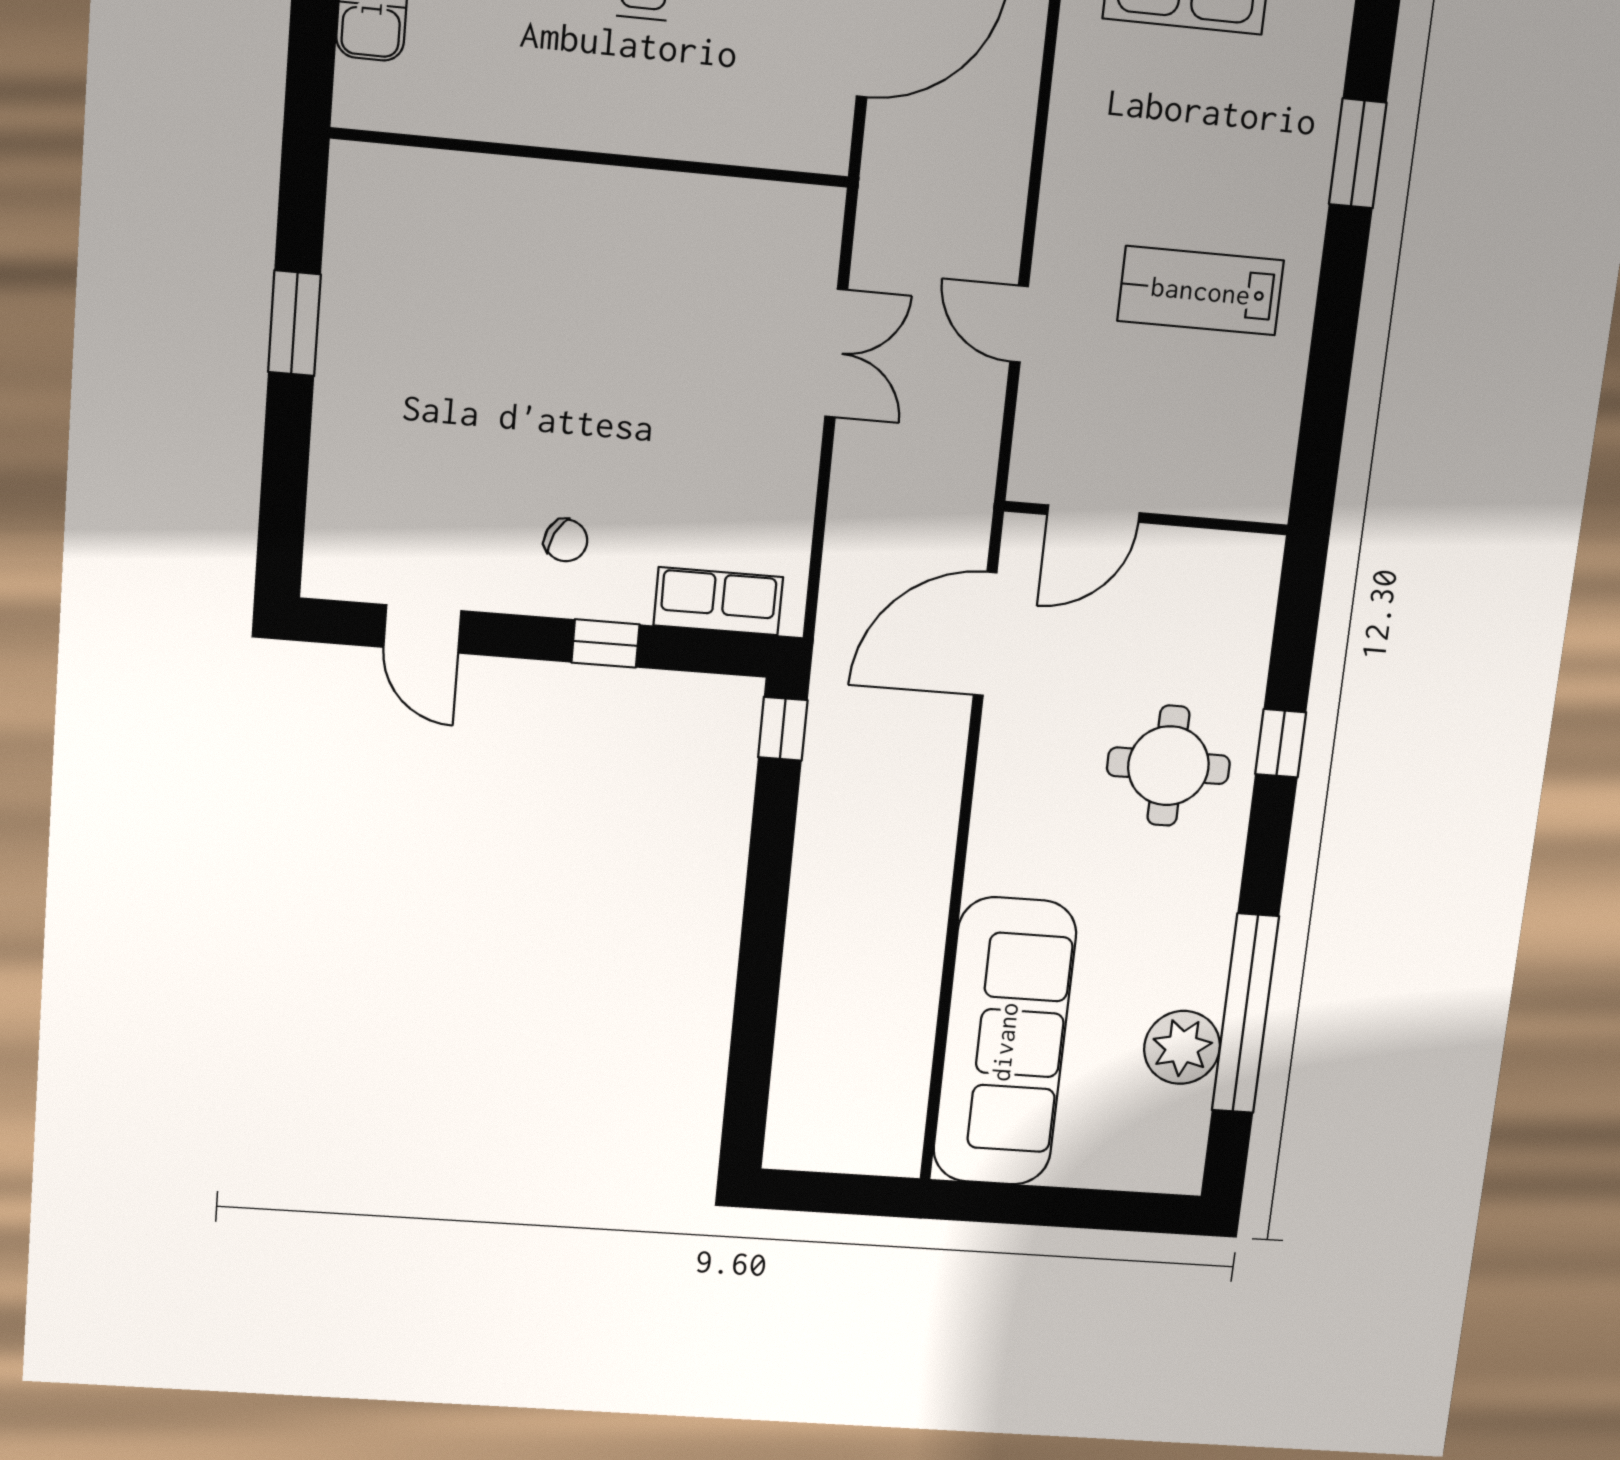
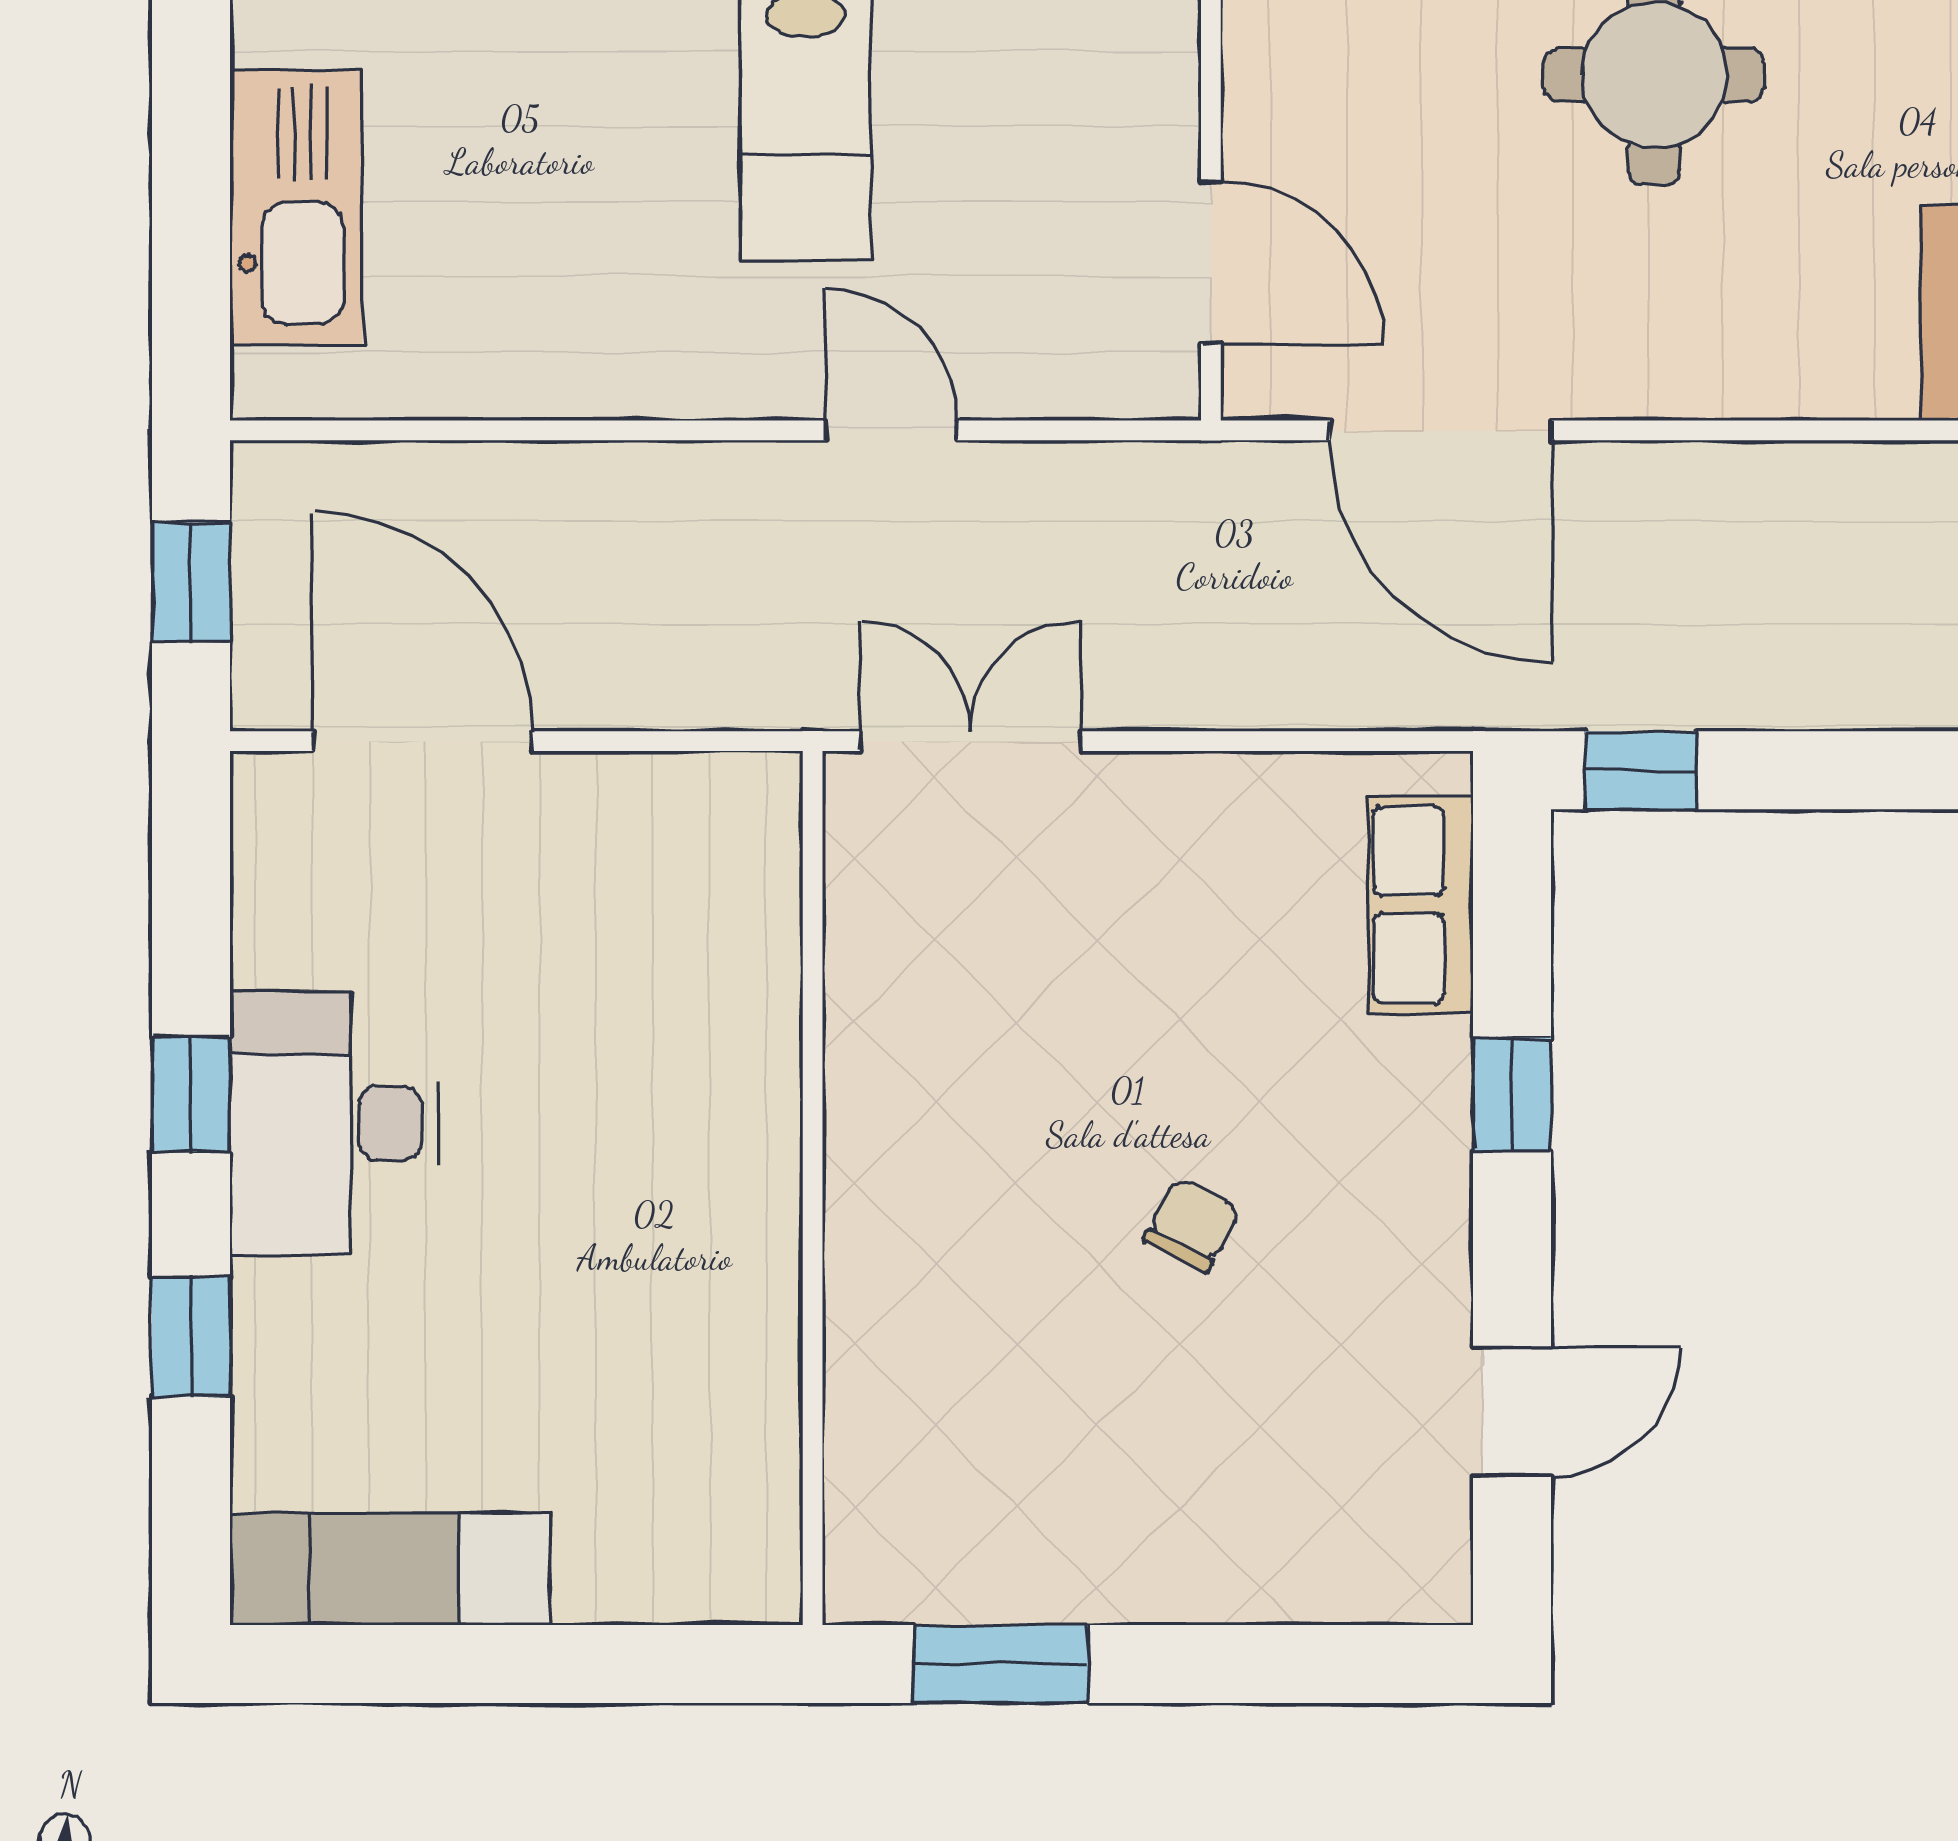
wall: (591, 158) -> (813, 1188), moved
door: (1019, 324) -> (891, 430), swing flipped
chair: (566, 540) -> (1192, 1225), moved

